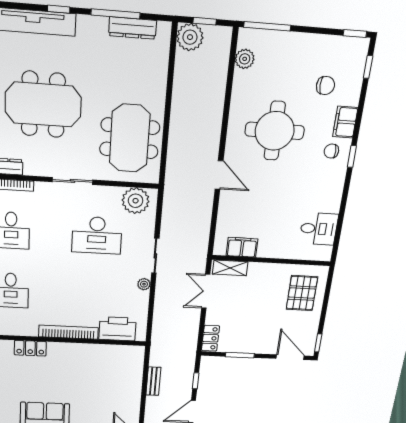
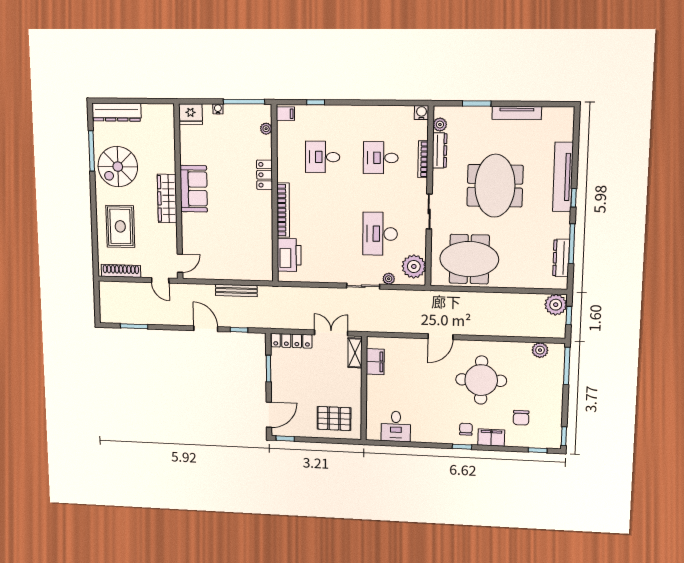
plant: (144, 284) -> (389, 279), moved
locker: (210, 338) -> (292, 341), width x1.53
bench: (153, 381) -> (236, 291), width x1.36

